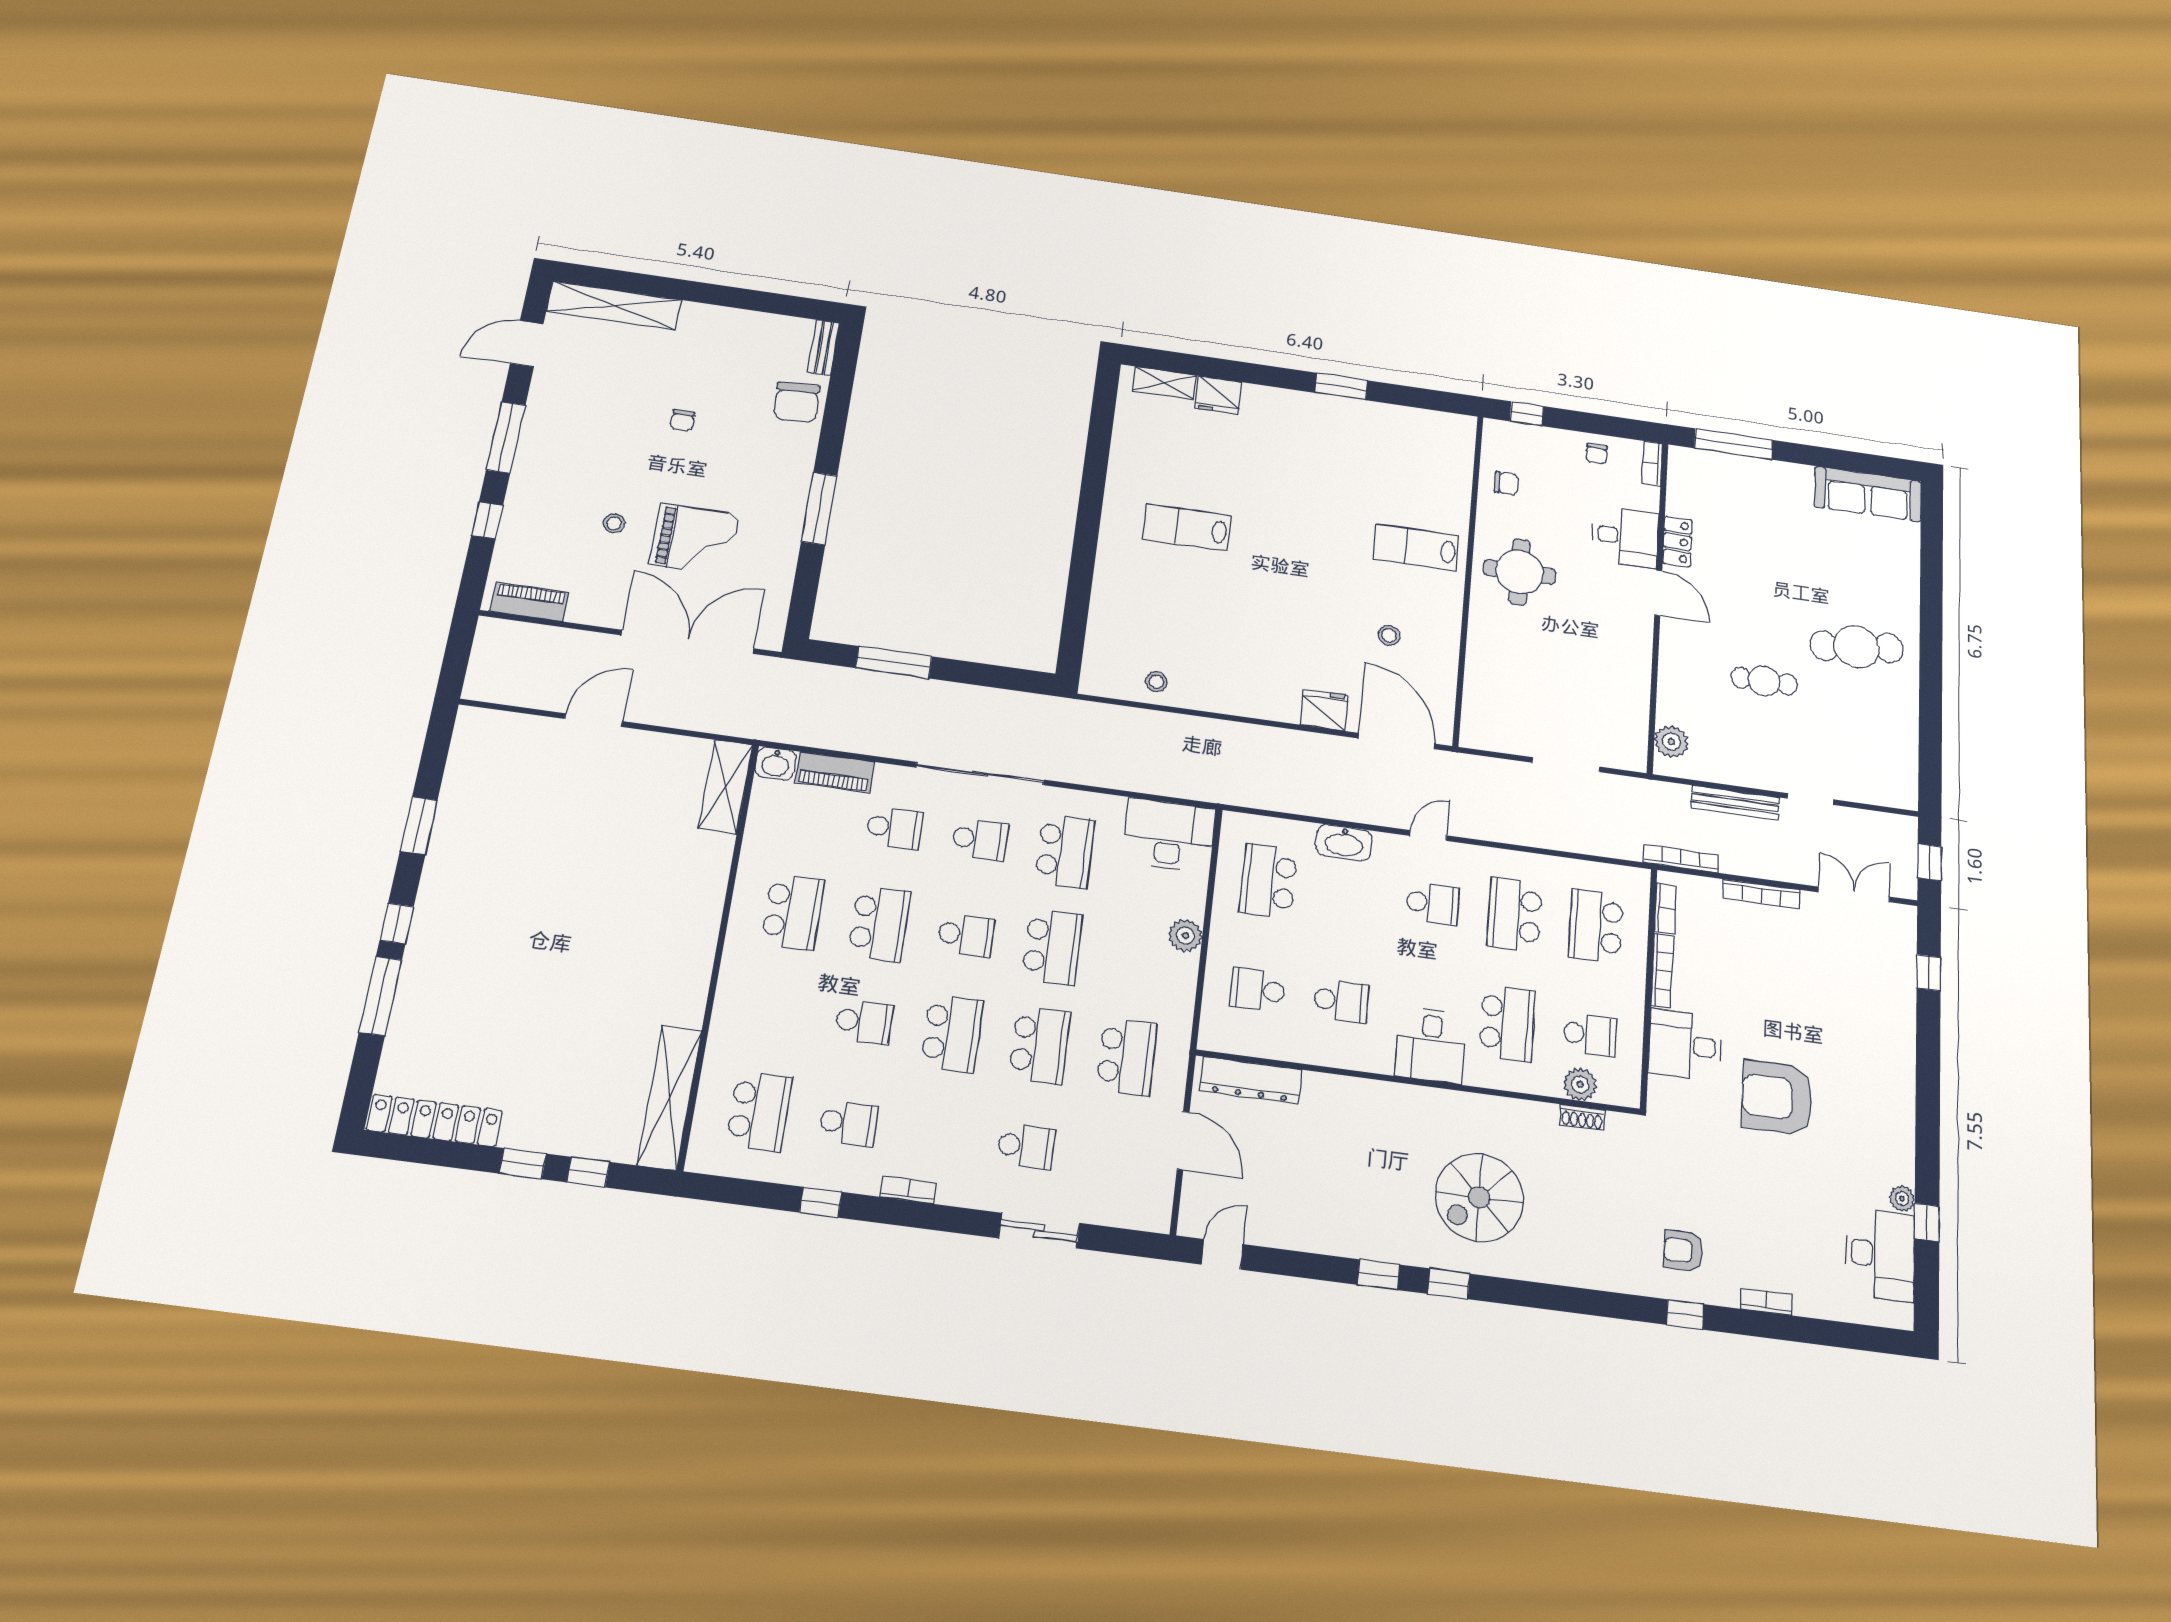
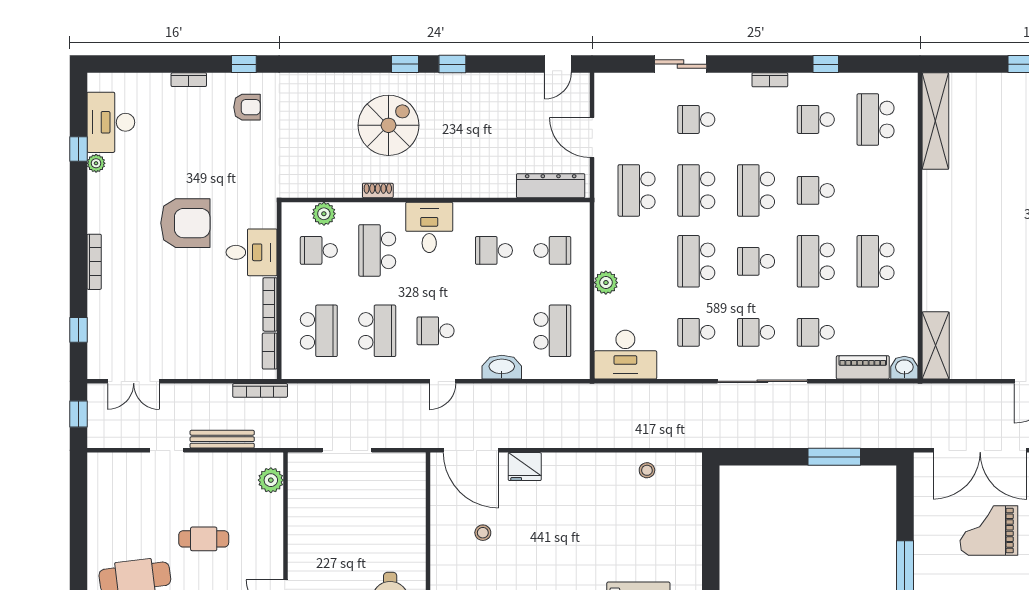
school desk: (1065, 851) -> (696, 332), width x0.54
bookcase: (1762, 894) -> (94, 262), moved, turned 90
shoe rack: (1582, 1118) -> (378, 190), moved
window: (588, 1172) -> (979, 64), removed

